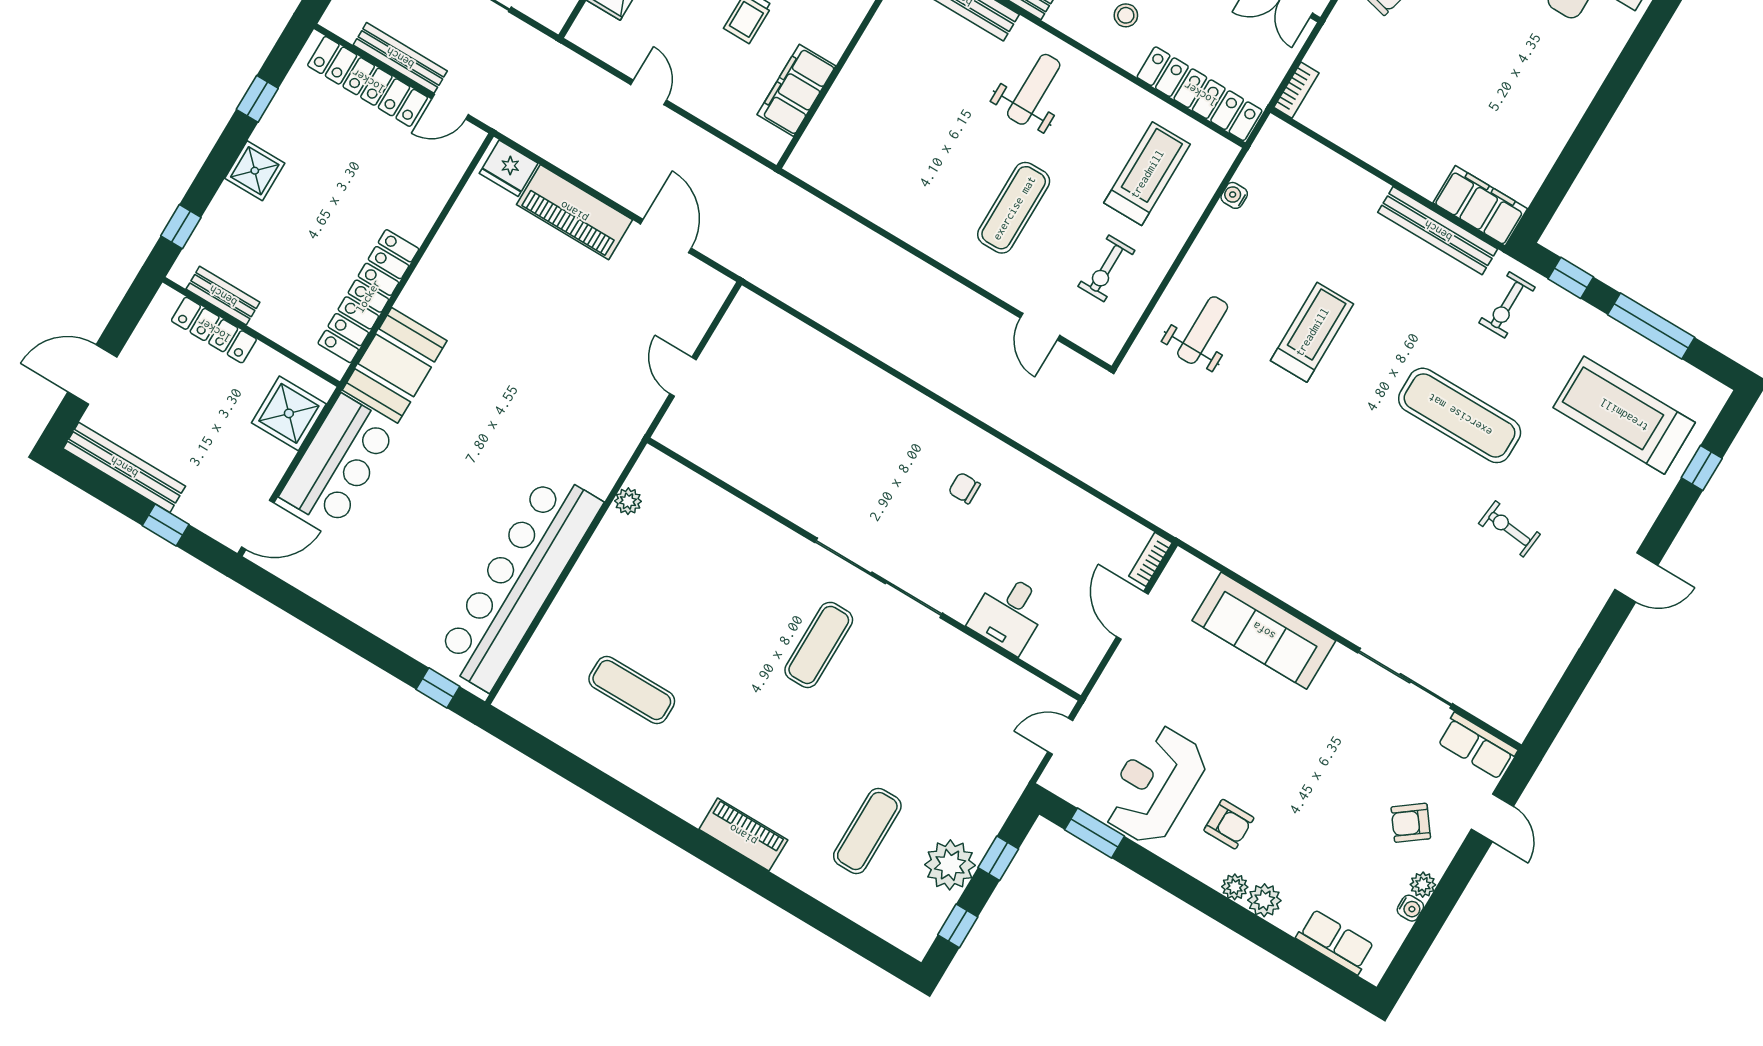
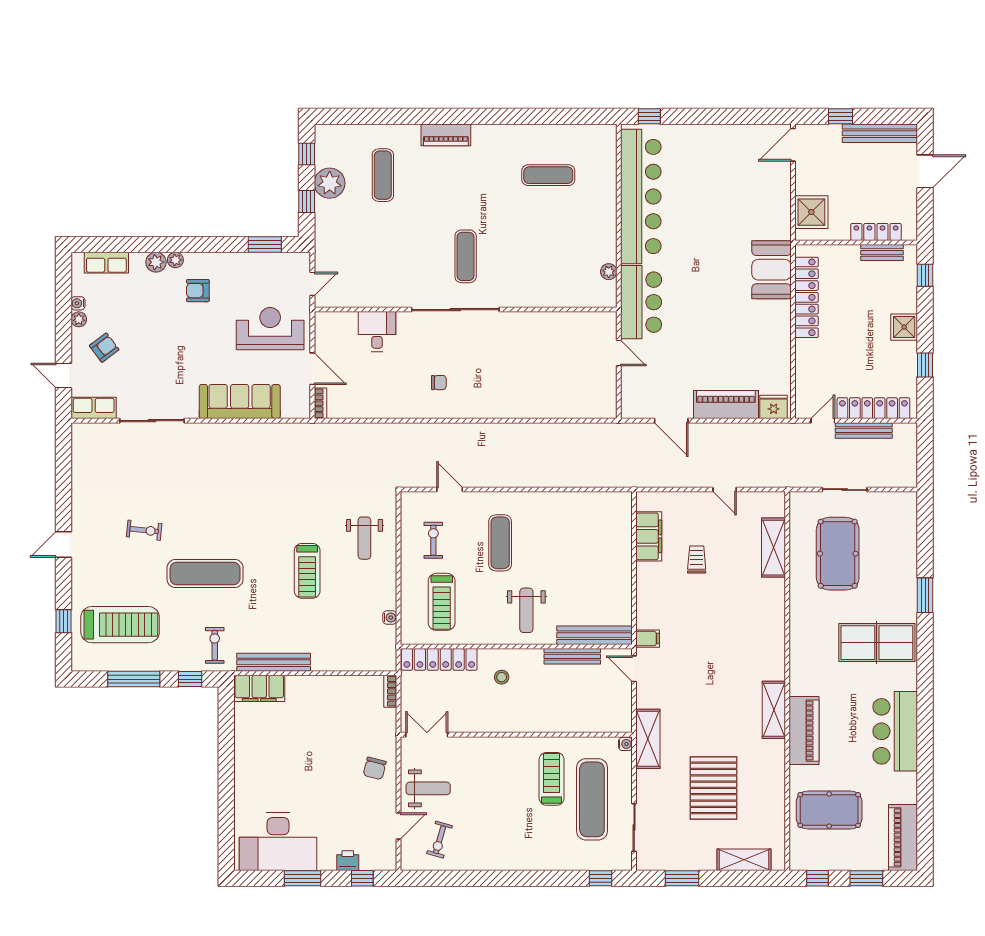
bar counter: (339, 462) -> (641, 302), moved, turned 180
reception desk: (1155, 785) -> (270, 329), moved, turned -90

